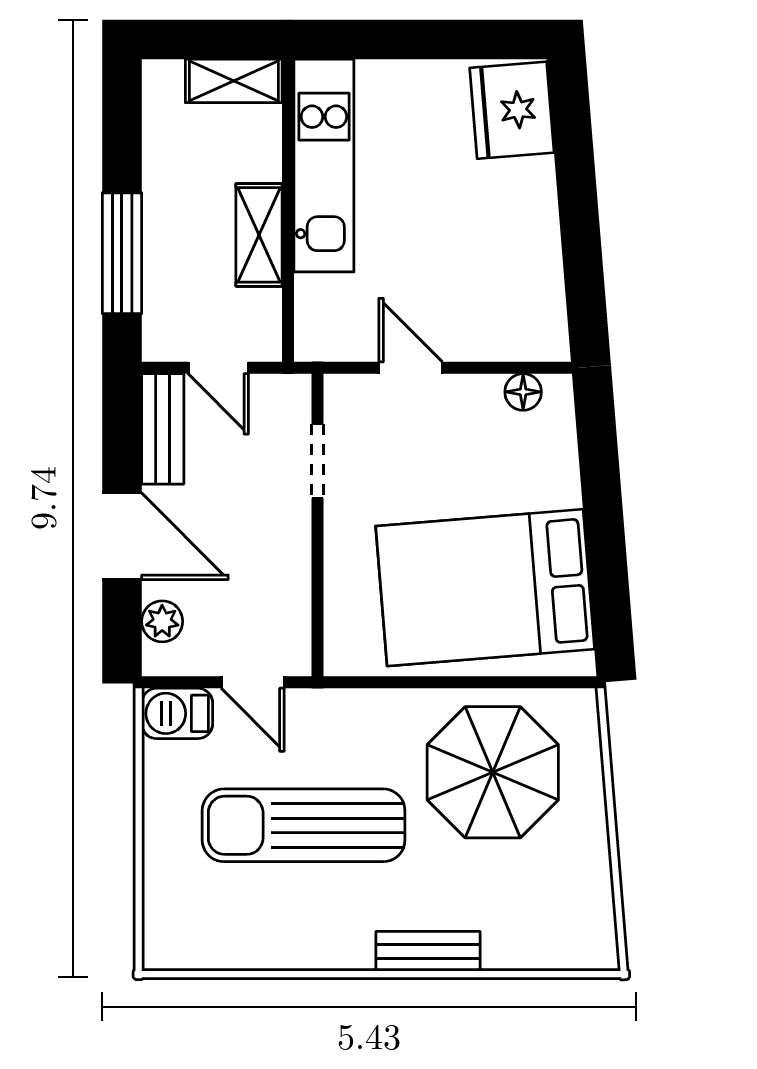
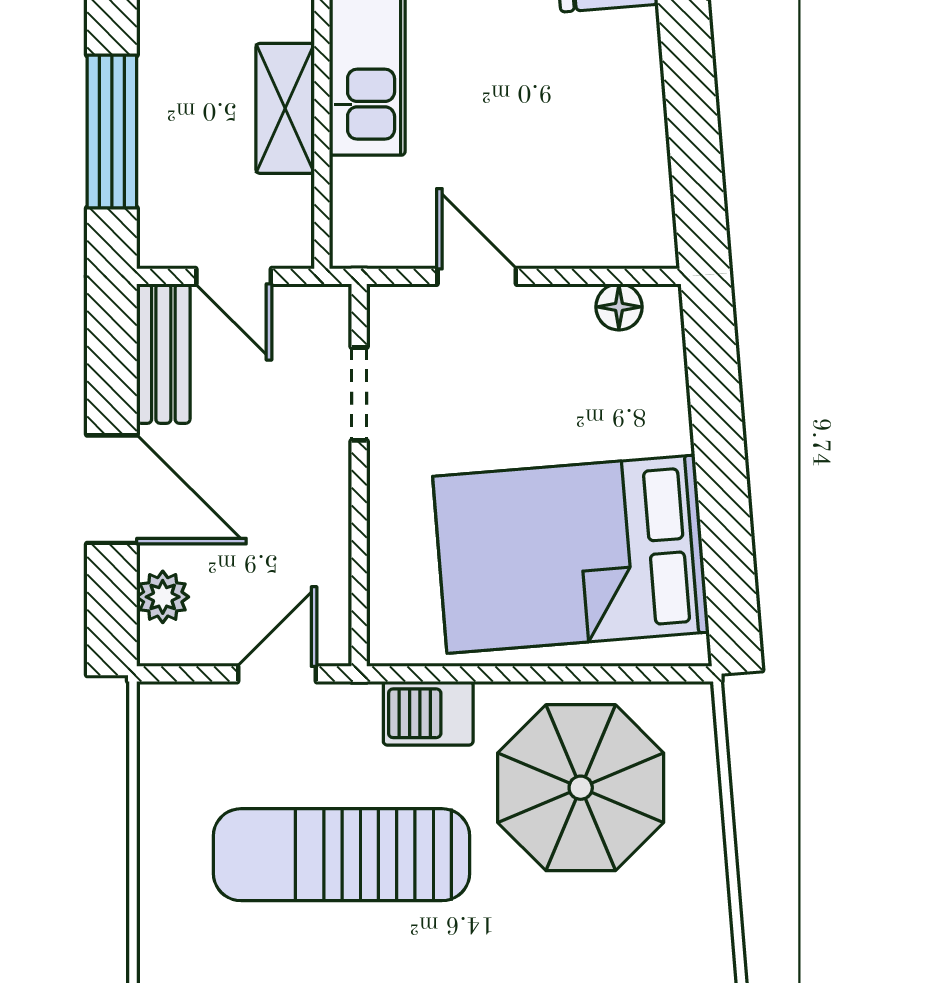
door: (253, 682) -> (277, 674), swing flipped
barbecue: (177, 713) -> (428, 713), moved

